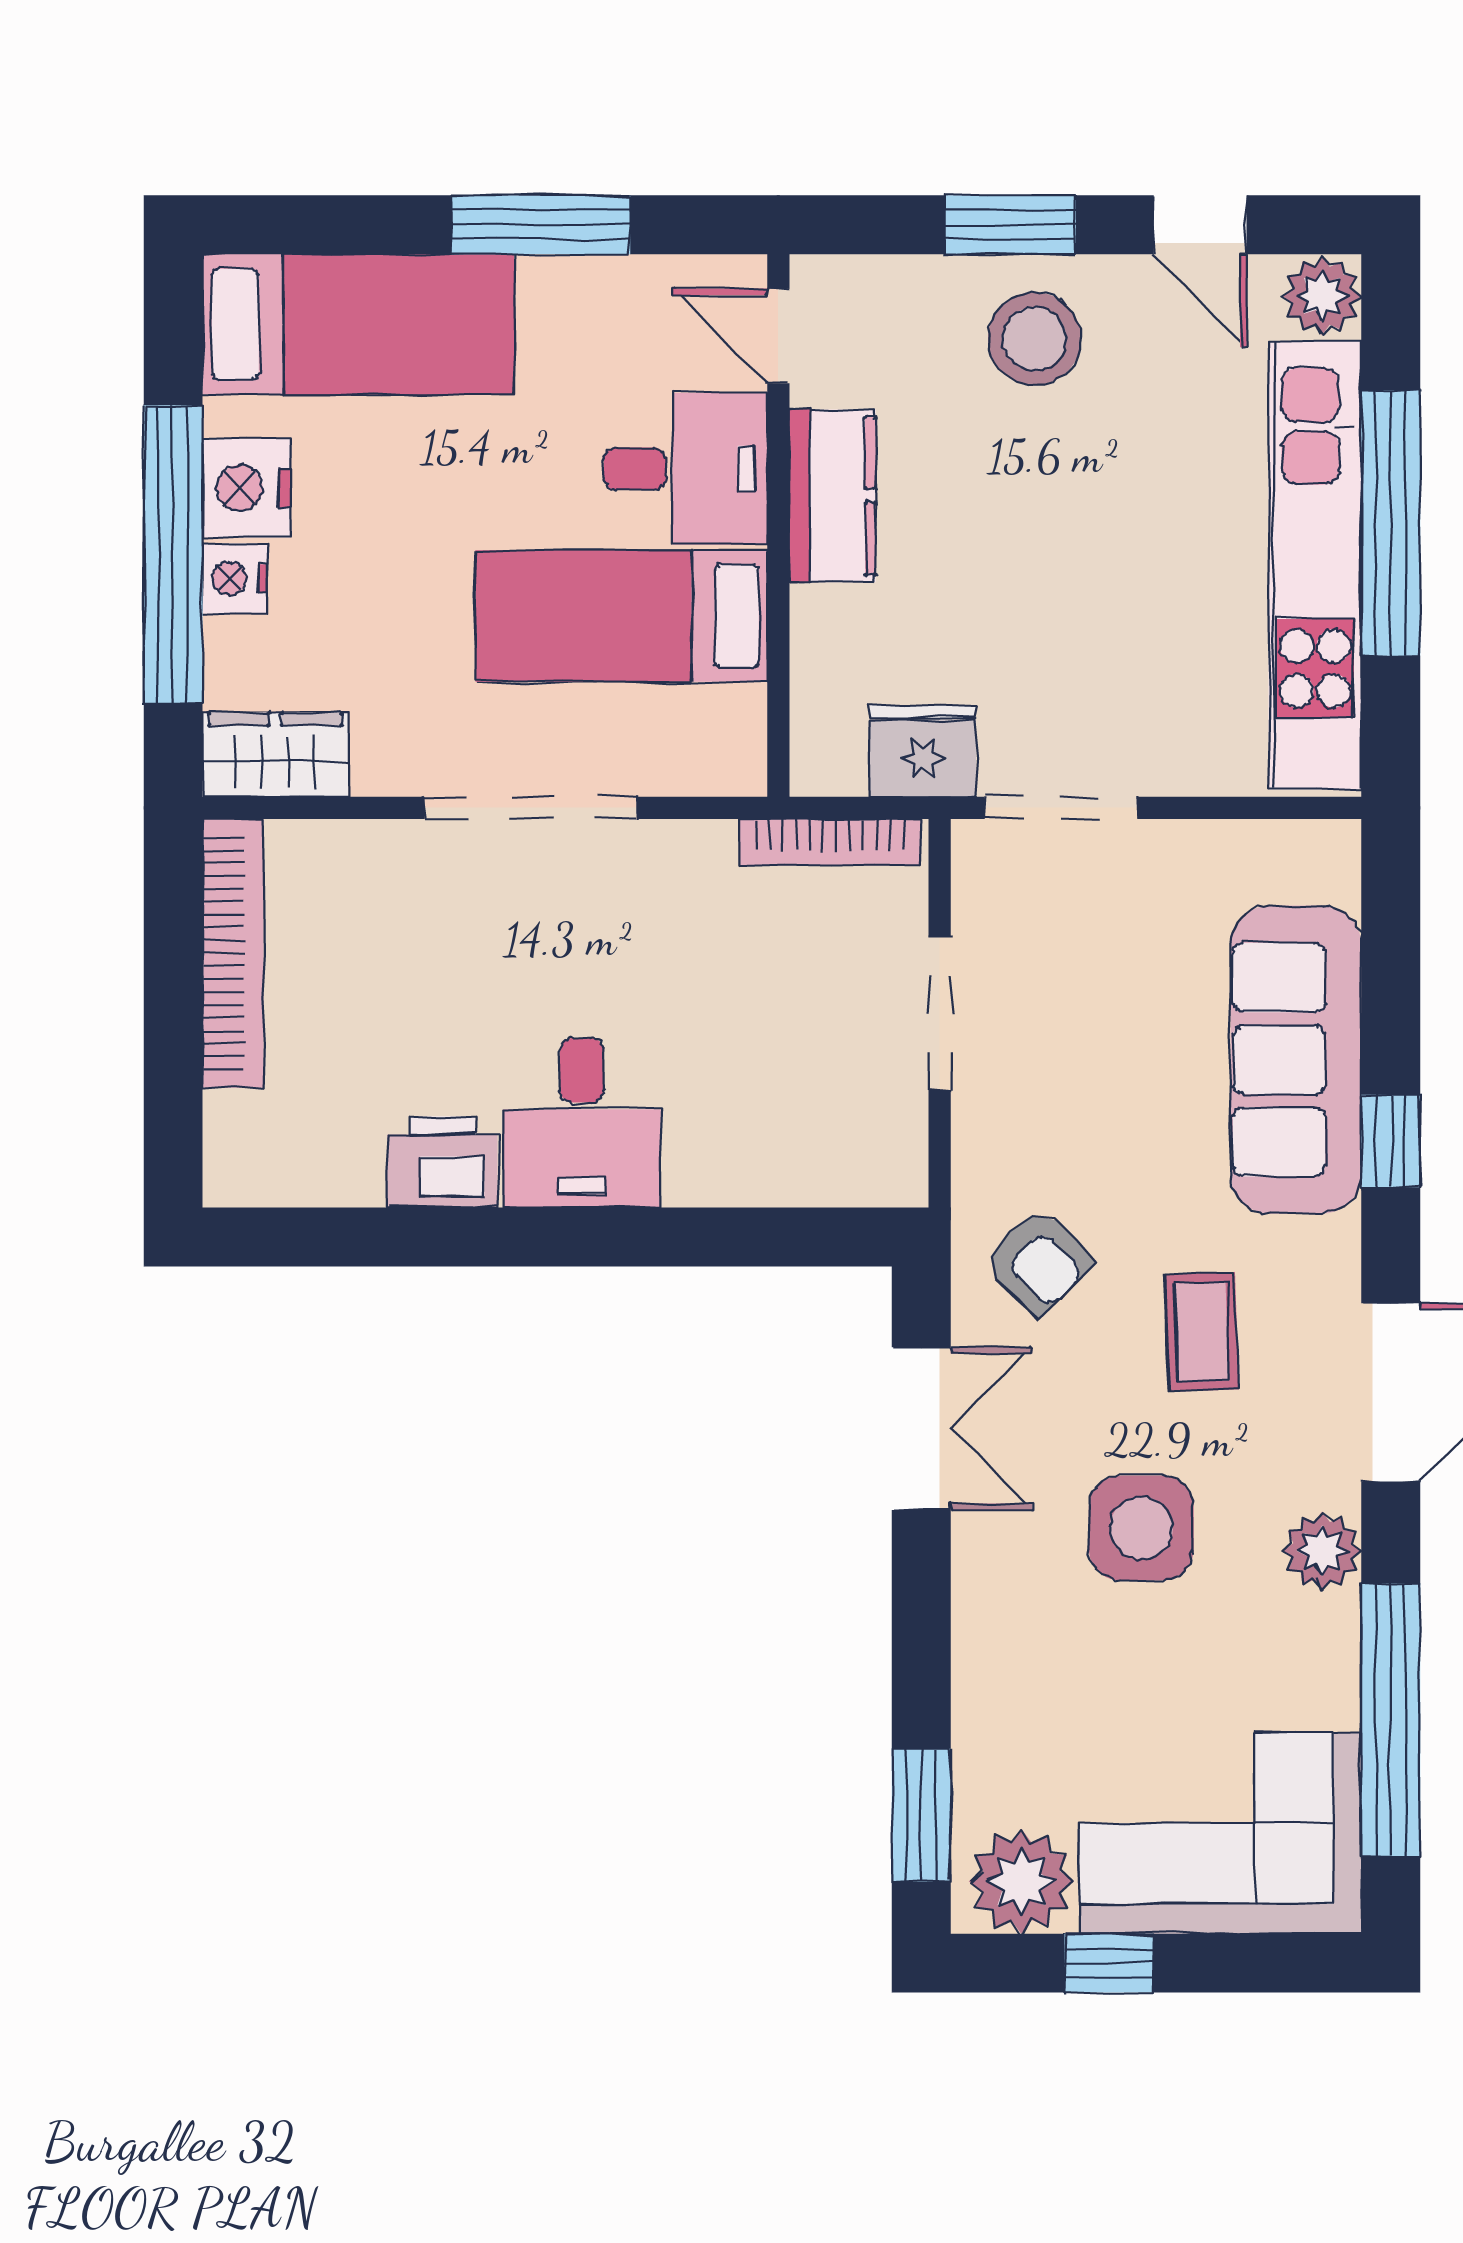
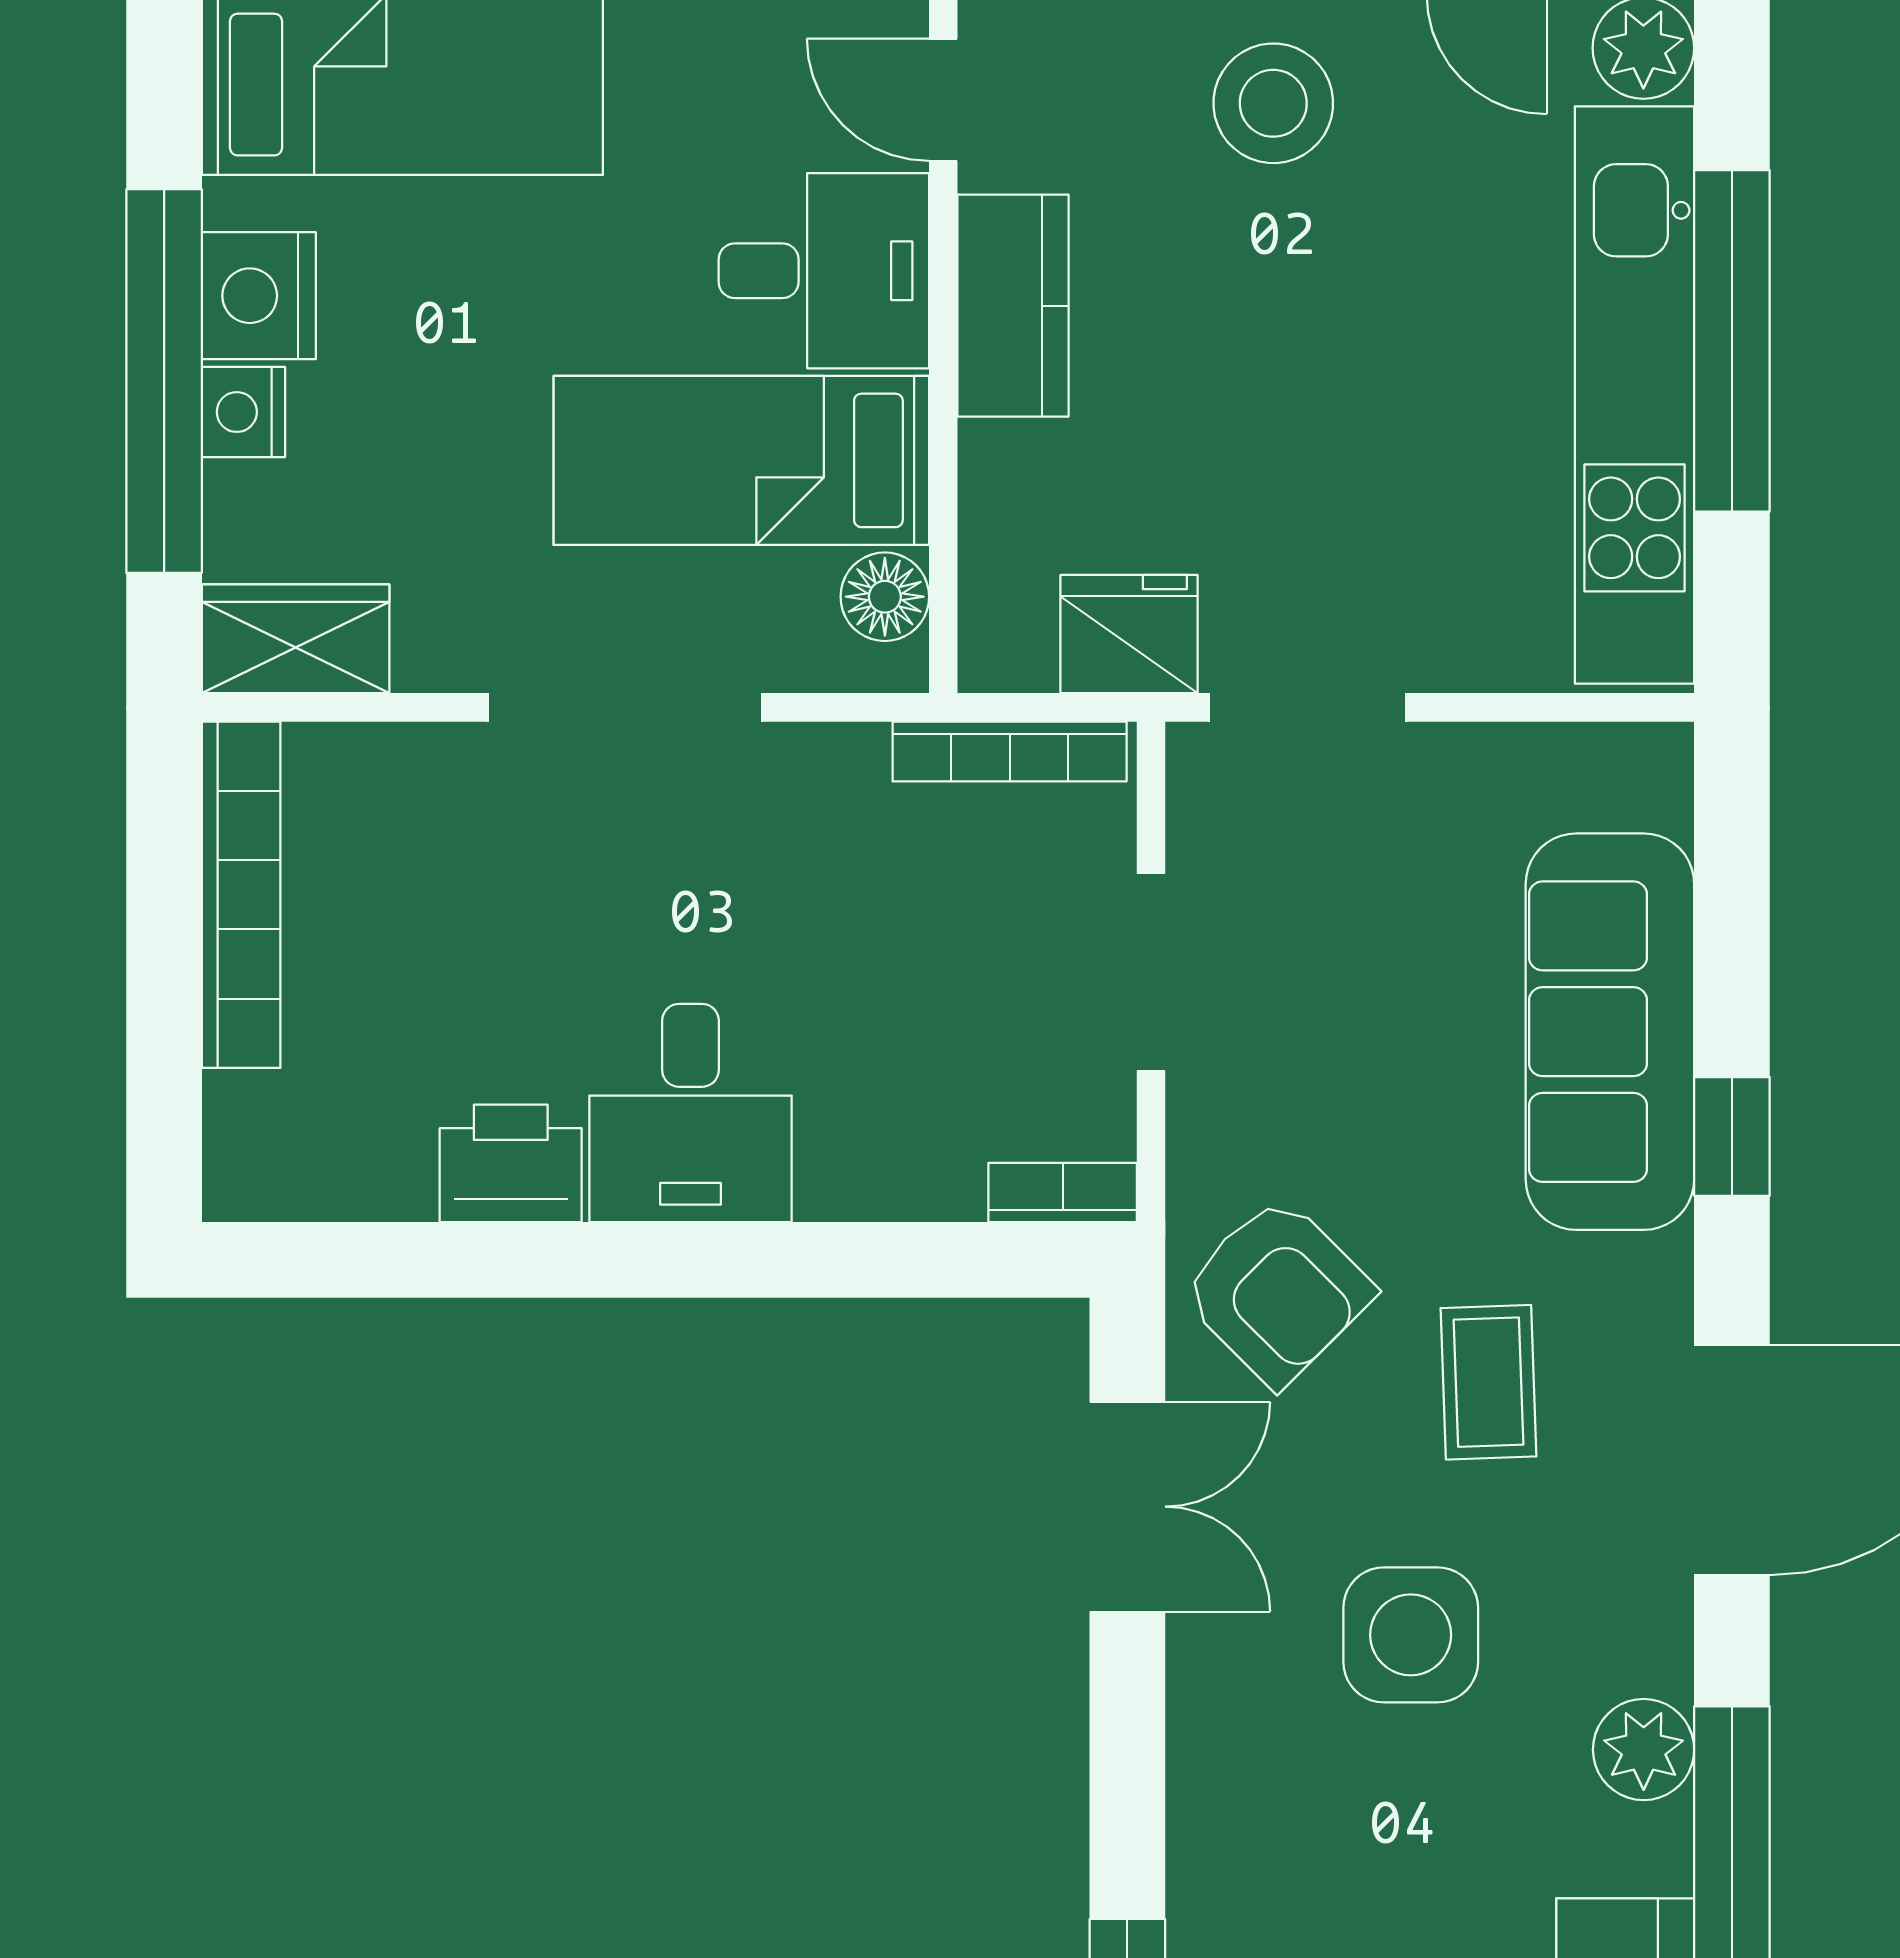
floor lamp: (733, 722) -> (885, 597), added
bookcase: (871, 1185) -> (1063, 1192), added
armchair: (1038, 1261) -> (1277, 1291), width x1.38, depth x1.38
plant: (1322, 1551) -> (1644, 1750), moved

